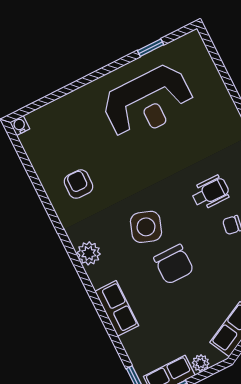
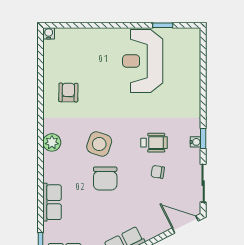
reception desk: (148, 102) -> (143, 61), turned 90
row of seats: (117, 308) -> (52, 202), moved

